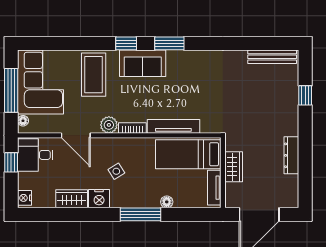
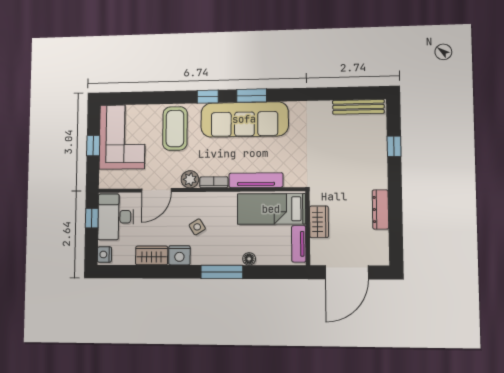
sofa: (143, 63) -> (244, 119), width x1.85, depth x1.27
window: (11, 90) -> (93, 146), width x0.46
floor lamp: (23, 121) -> (104, 176), removed
door: (76, 135) -> (156, 190), hinge flipped
desk: (35, 155) -> (116, 217), width x1.37

